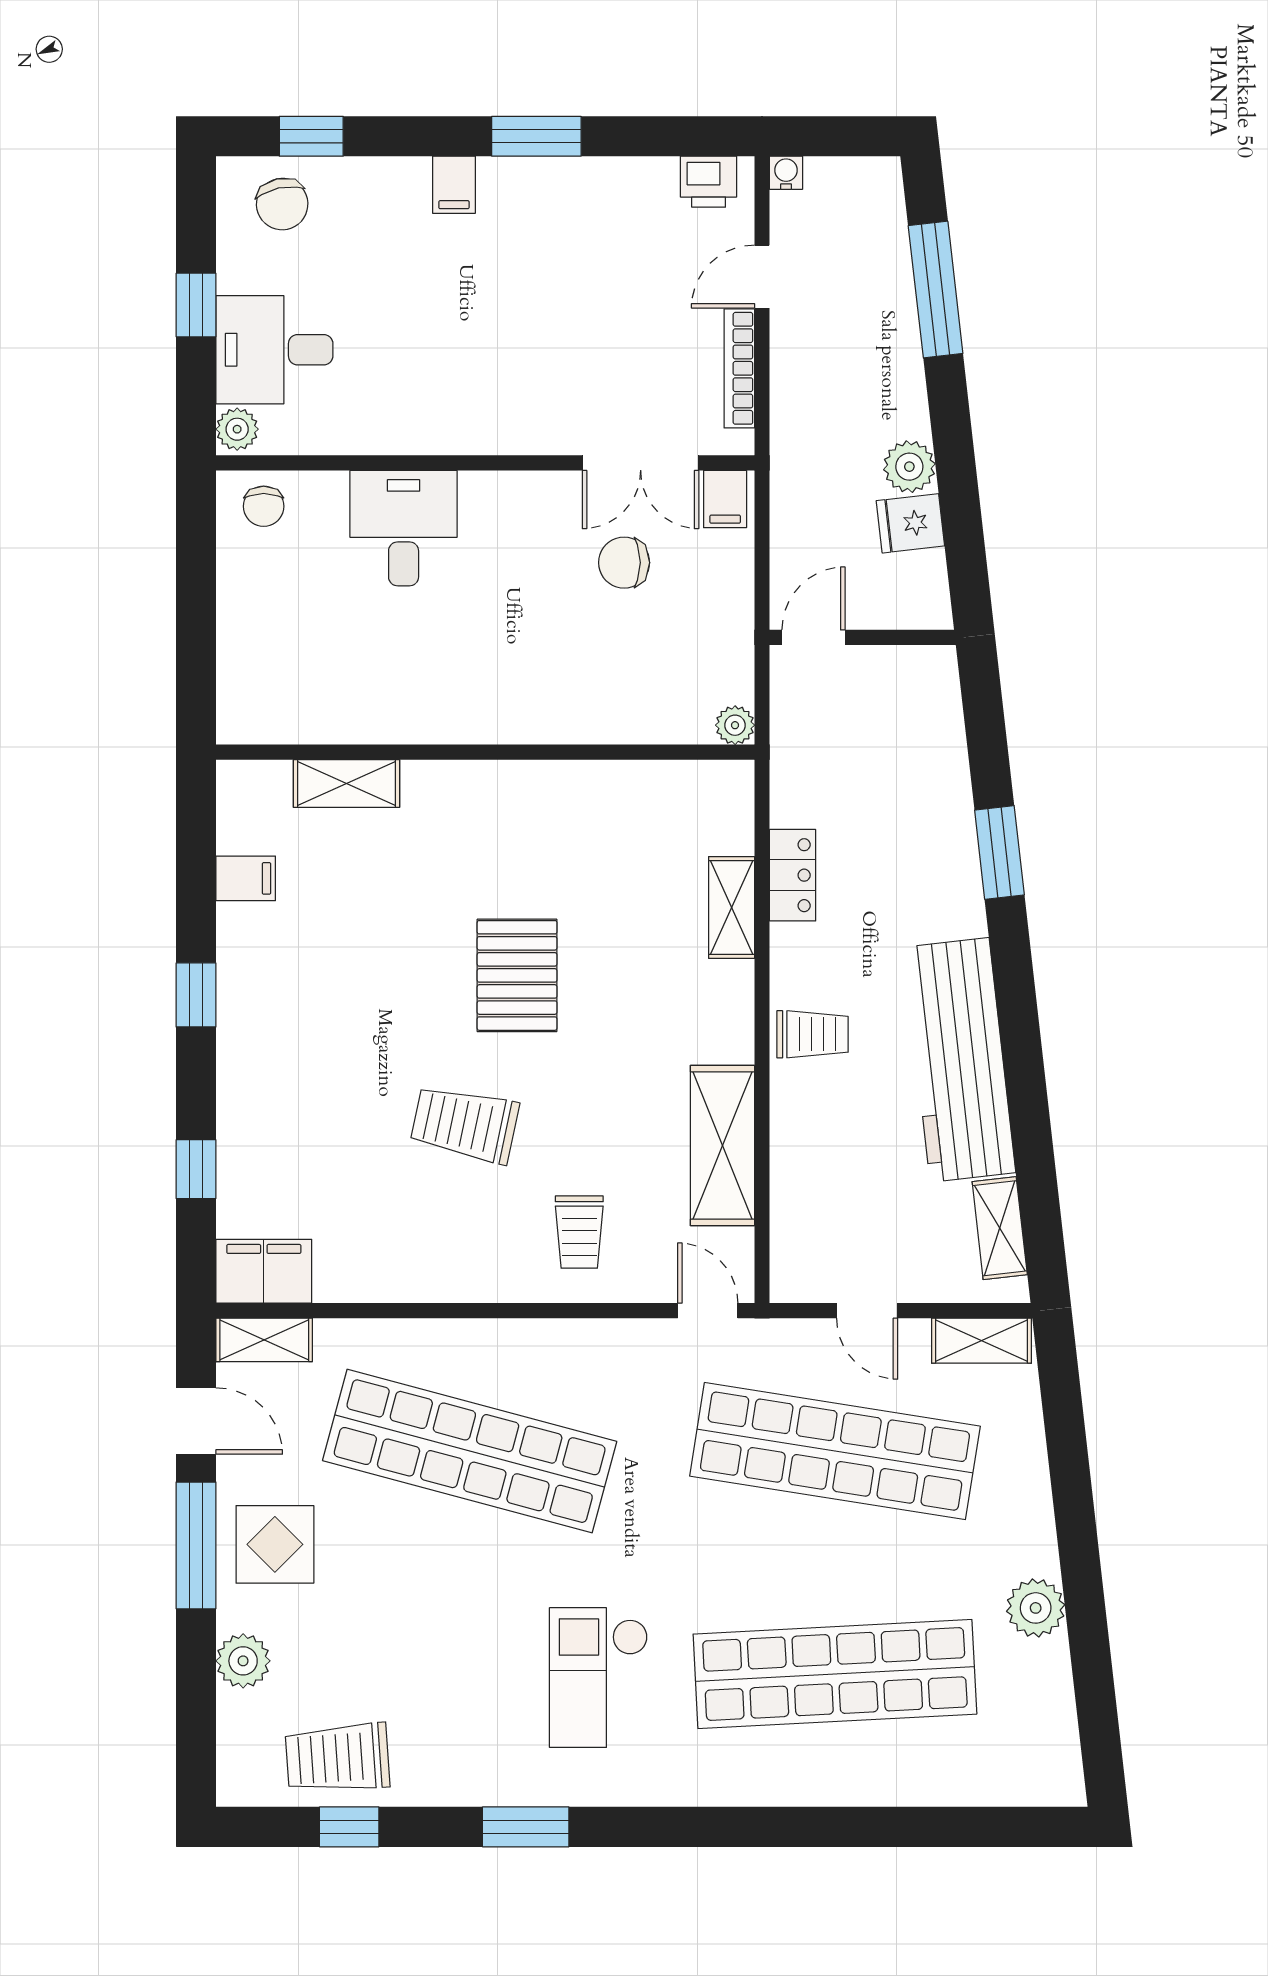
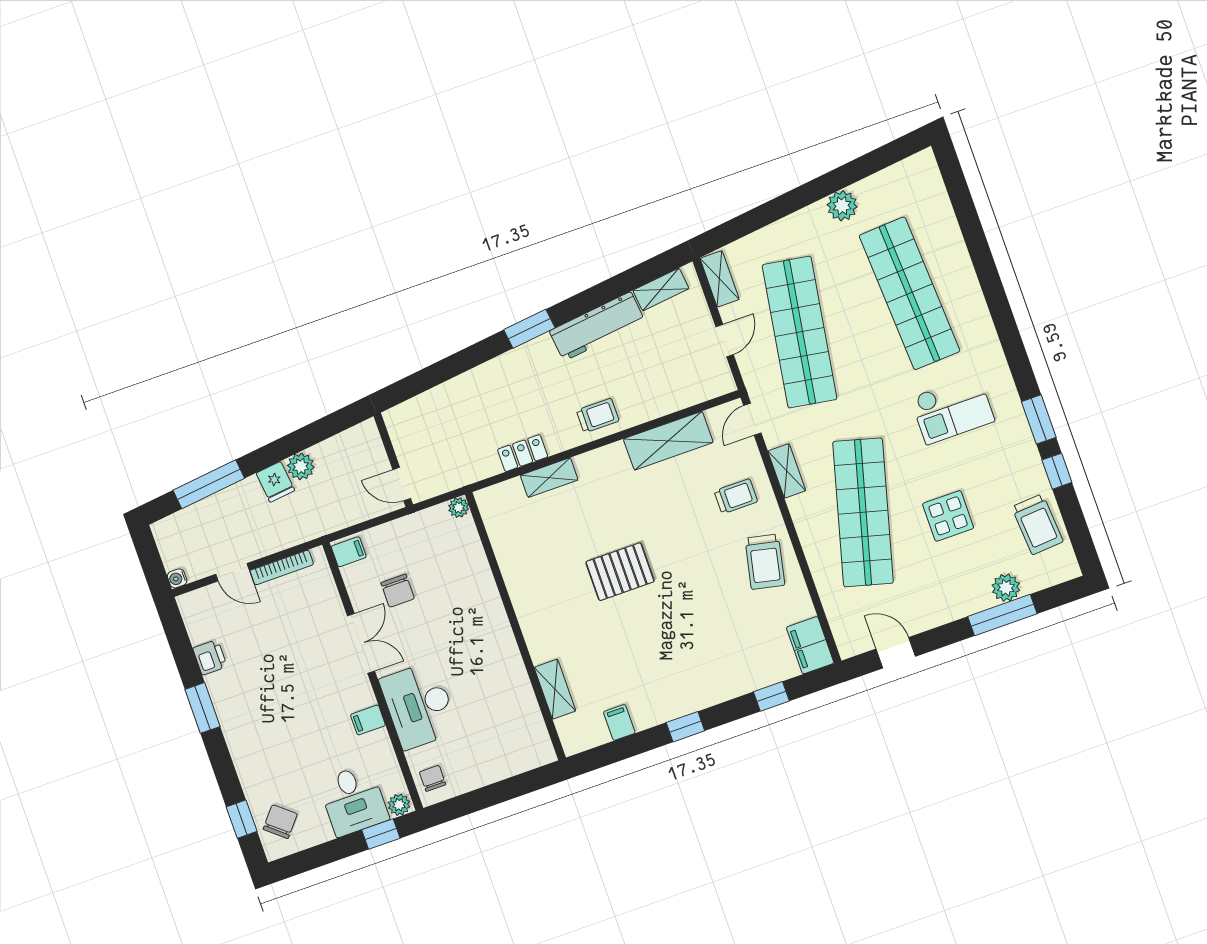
printer: (709, 182) -> (210, 657), moved
filing cabinet: (454, 185) -> (368, 720), moved, turned 180
chair: (282, 204) -> (280, 822), turned -38
window: (196, 305) -> (381, 834), moved
double door: (641, 463) -> (361, 643), moved
chair: (264, 506) -> (433, 778), turned -90
fridge: (910, 523) -> (275, 482), moved
desk: (404, 528) -> (419, 705), width x1.37
window: (999, 852) -> (529, 329), moved
trolley: (813, 1034) -> (598, 416), turned 90
workbench: (960, 1060) -> (597, 326), width x0.73, depth x0.76
trolley: (465, 1124) -> (765, 562), moved
shelving: (264, 1340) -> (787, 471), moved
door: (196, 1421) -> (896, 653), hinge flipped
display table: (275, 1544) -> (948, 516), moved
window: (196, 1545) -> (1002, 615), moved
window: (349, 1827) -> (1057, 471), moved

